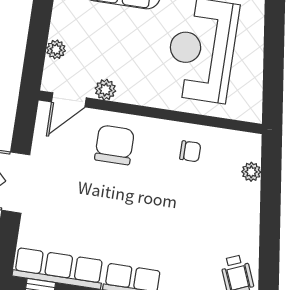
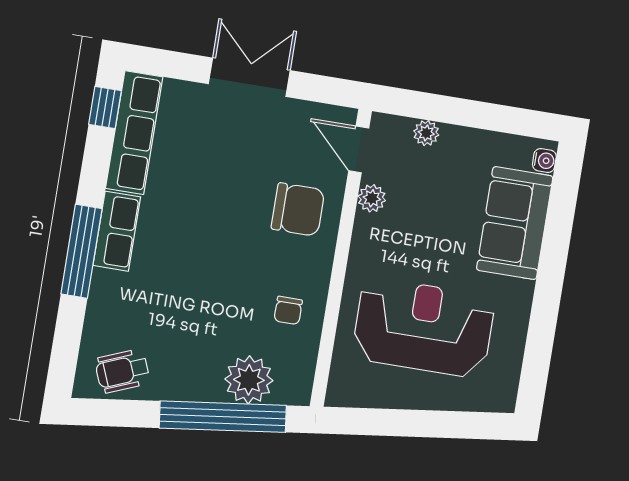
plant: (251, 172) -> (249, 380), width x1.87, depth x1.87
window: (270, 199) -> (223, 417), added

